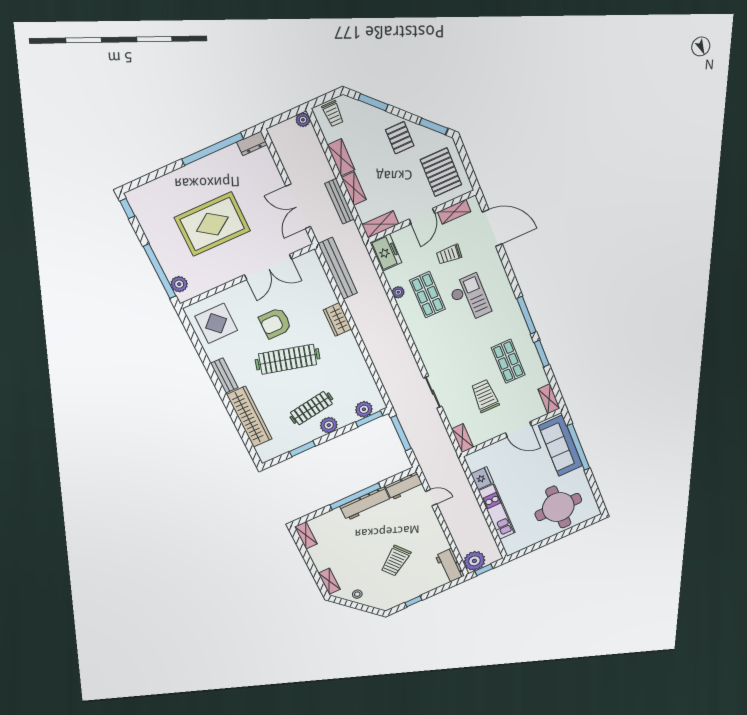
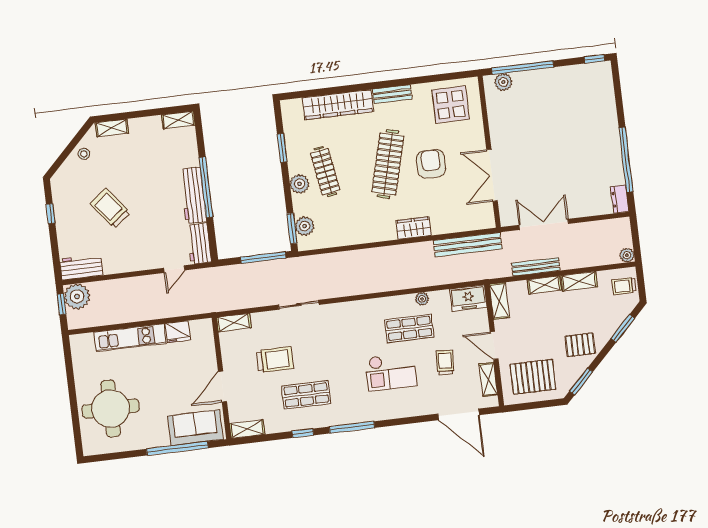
rug: (212, 224) -> (553, 135), removed
door: (492, 228) -> (459, 414), hinge flipped
window: (542, 354) -> (303, 433), width x0.67
sofa: (561, 446) -> (195, 428), width x0.73

